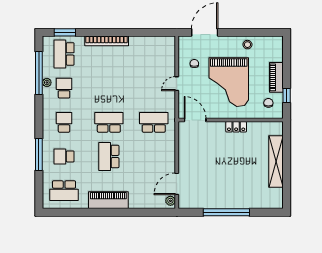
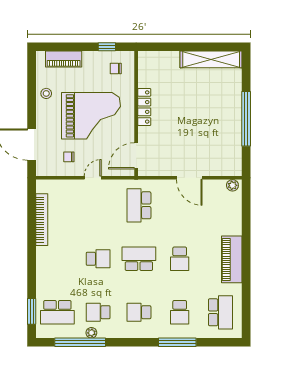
bookcase: (107, 41) -> (42, 220), moved
piano: (276, 77) -> (64, 59), moved
door: (177, 84) -> (93, 178), swing flipped
school desk: (109, 88) -> (98, 259), added
school desk: (109, 122) -> (139, 259), turned 90
locker: (236, 127) -> (144, 107), width x1.53
school desk: (109, 156) -> (180, 259), width x0.54
shelving: (276, 161) -> (211, 59), moved
door: (177, 184) -> (189, 178), moved

